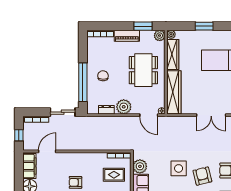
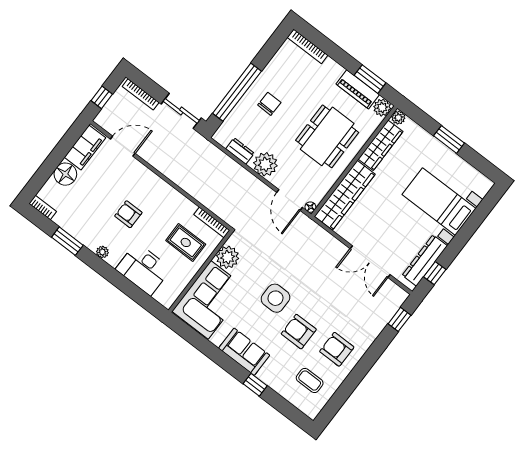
piano: (127, 36) -> (358, 89), moved
armchair: (202, 176) -> (299, 332), turned -76

